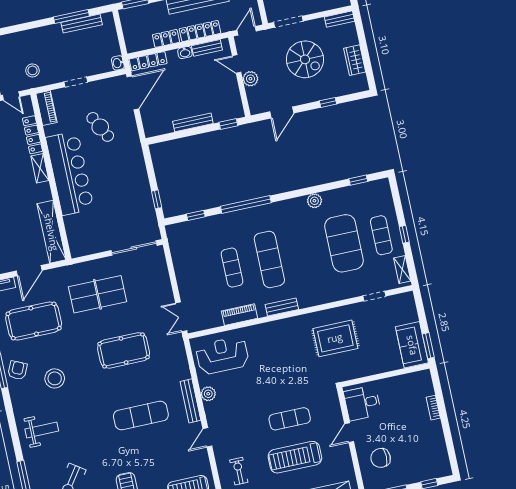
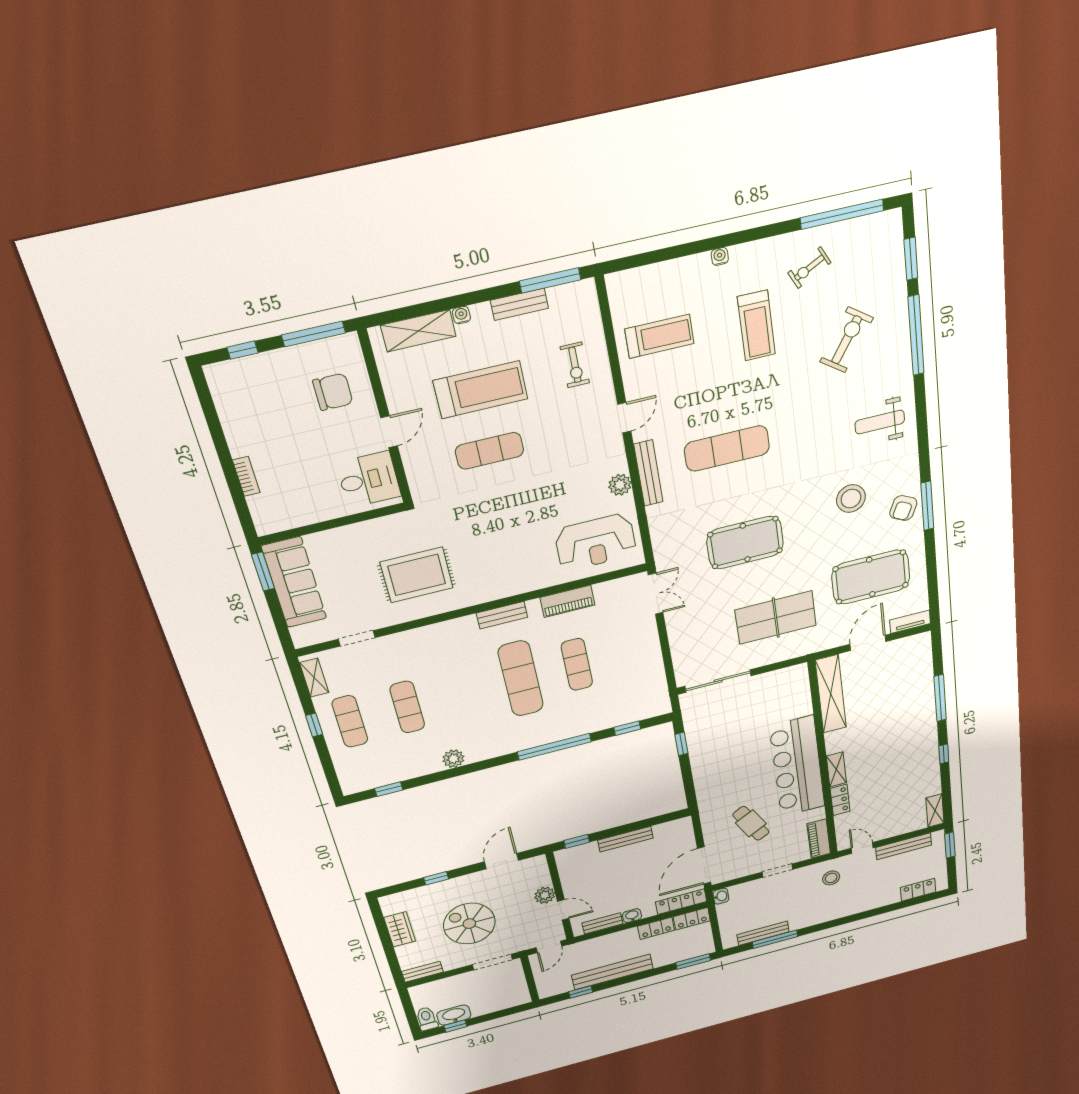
locker: (200, 31) -> (692, 919), moved, width x0.66
locker: (33, 135) -> (840, 800), width x0.66
exercise mat: (344, 243) -> (407, 707), width x0.50, depth x0.69
sofa: (412, 345) -> (294, 582), width x1.36

